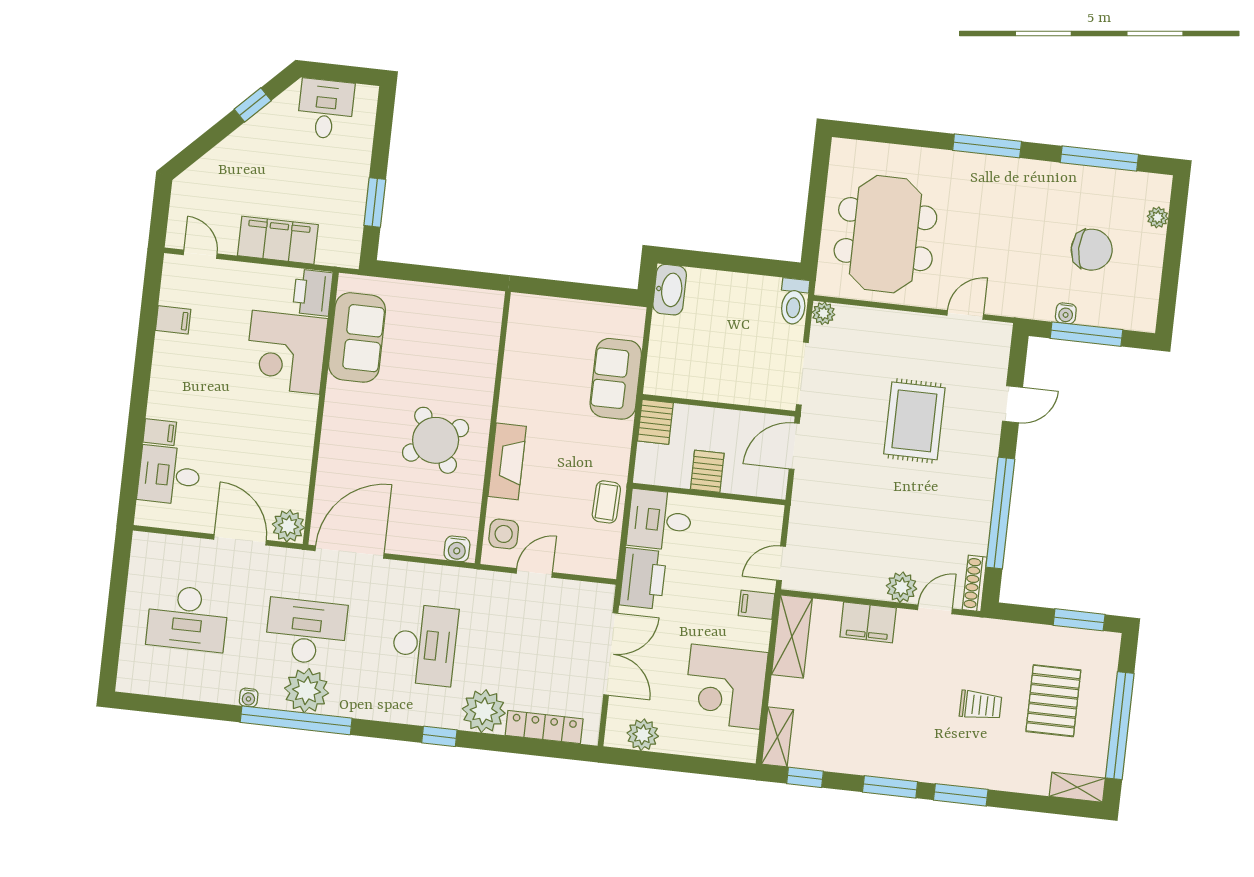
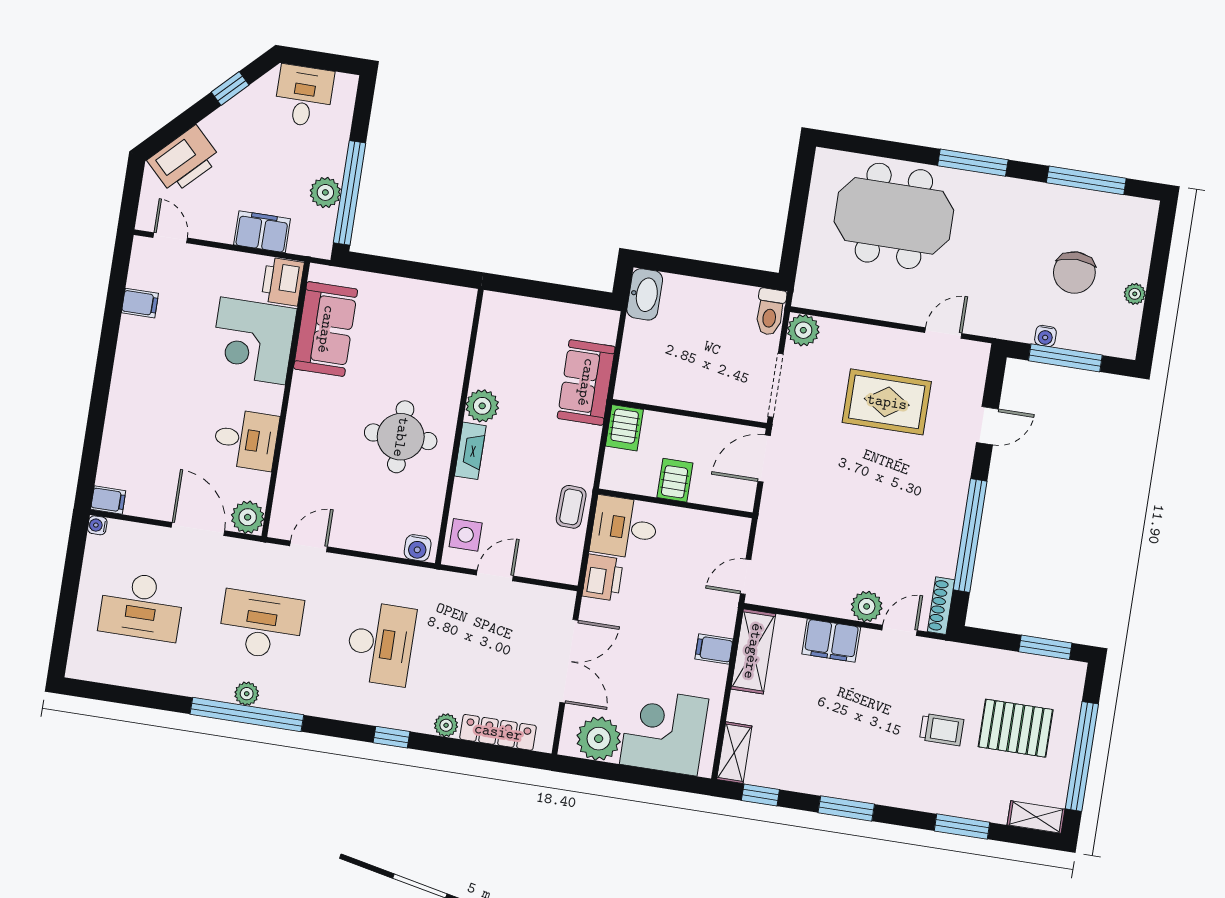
printer: (210, 177) -> (184, 160), added
window: (375, 202) -> (350, 193), width x2.11
plant: (351, 203) -> (325, 192), added
plant: (1158, 217) -> (1135, 294), moved
meeting table: (885, 234) -> (894, 216), moved, turned 90
filing cabinet: (278, 240) -> (262, 232), width x0.67, depth x0.86
chair: (1092, 250) -> (1074, 273), turned 90
plant: (823, 313) -> (803, 330), width x1.38, depth x1.38
plant: (514, 406) -> (482, 406), added
rug: (914, 421) -> (887, 402), moved, turned 90
filing cabinet: (160, 432) -> (108, 500), moved
round table: (436, 440) -> (401, 437), turned 33
fireplace: (507, 461) -> (470, 451), width x0.73, depth x0.76
desk: (169, 475) -> (246, 440), moved, turned 180
door: (350, 552) -> (309, 546), width x0.53
printer: (643, 578) -> (603, 578), width x0.73, depth x0.84
filing cabinet: (757, 605) -> (714, 649), moved
corner desk: (726, 687) -> (664, 732), moved, turned 90
plant: (307, 691) -> (247, 694), width x0.53, depth x0.53
water cooler: (249, 698) -> (97, 525), moved, turned 90
pallet: (1053, 701) -> (1016, 728), turned 90
plant: (484, 711) -> (446, 725), width x0.53, depth x0.53
plant: (643, 735) -> (599, 739), width x1.36, depth x1.36
window: (961, 795) -> (962, 827), moved

